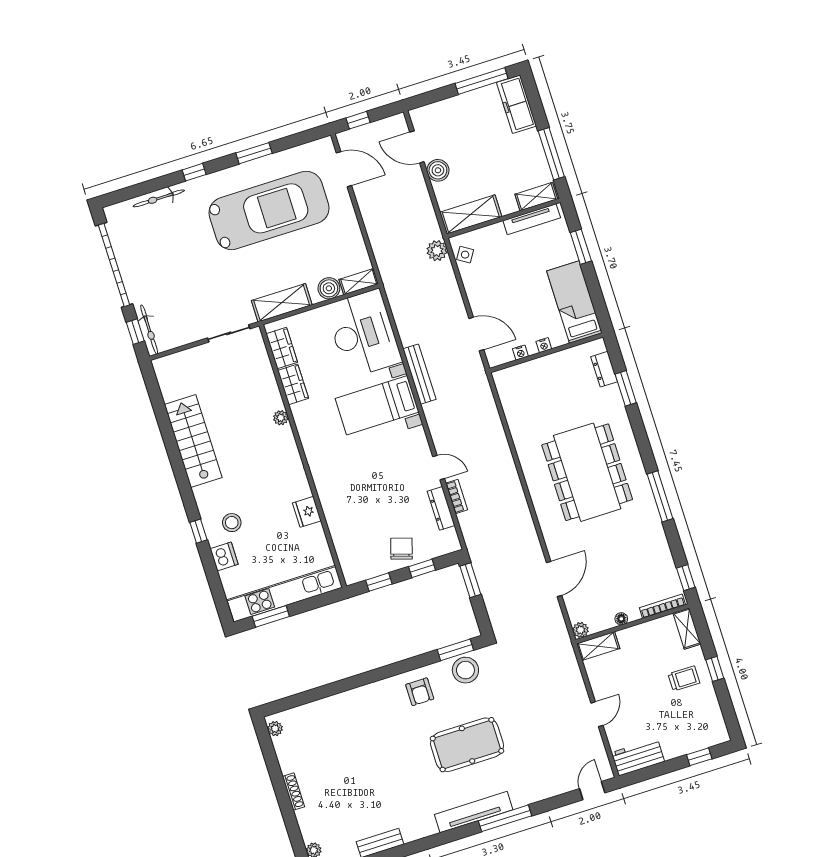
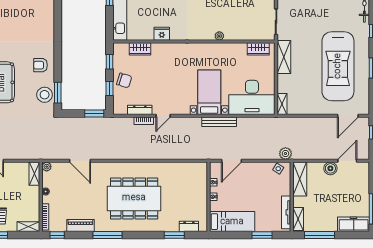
boiler: (329, 288) -> (284, 86), removed
wardrobe: (293, 384) -> (140, 49), moved
piano: (659, 545) -> (80, 226), added

